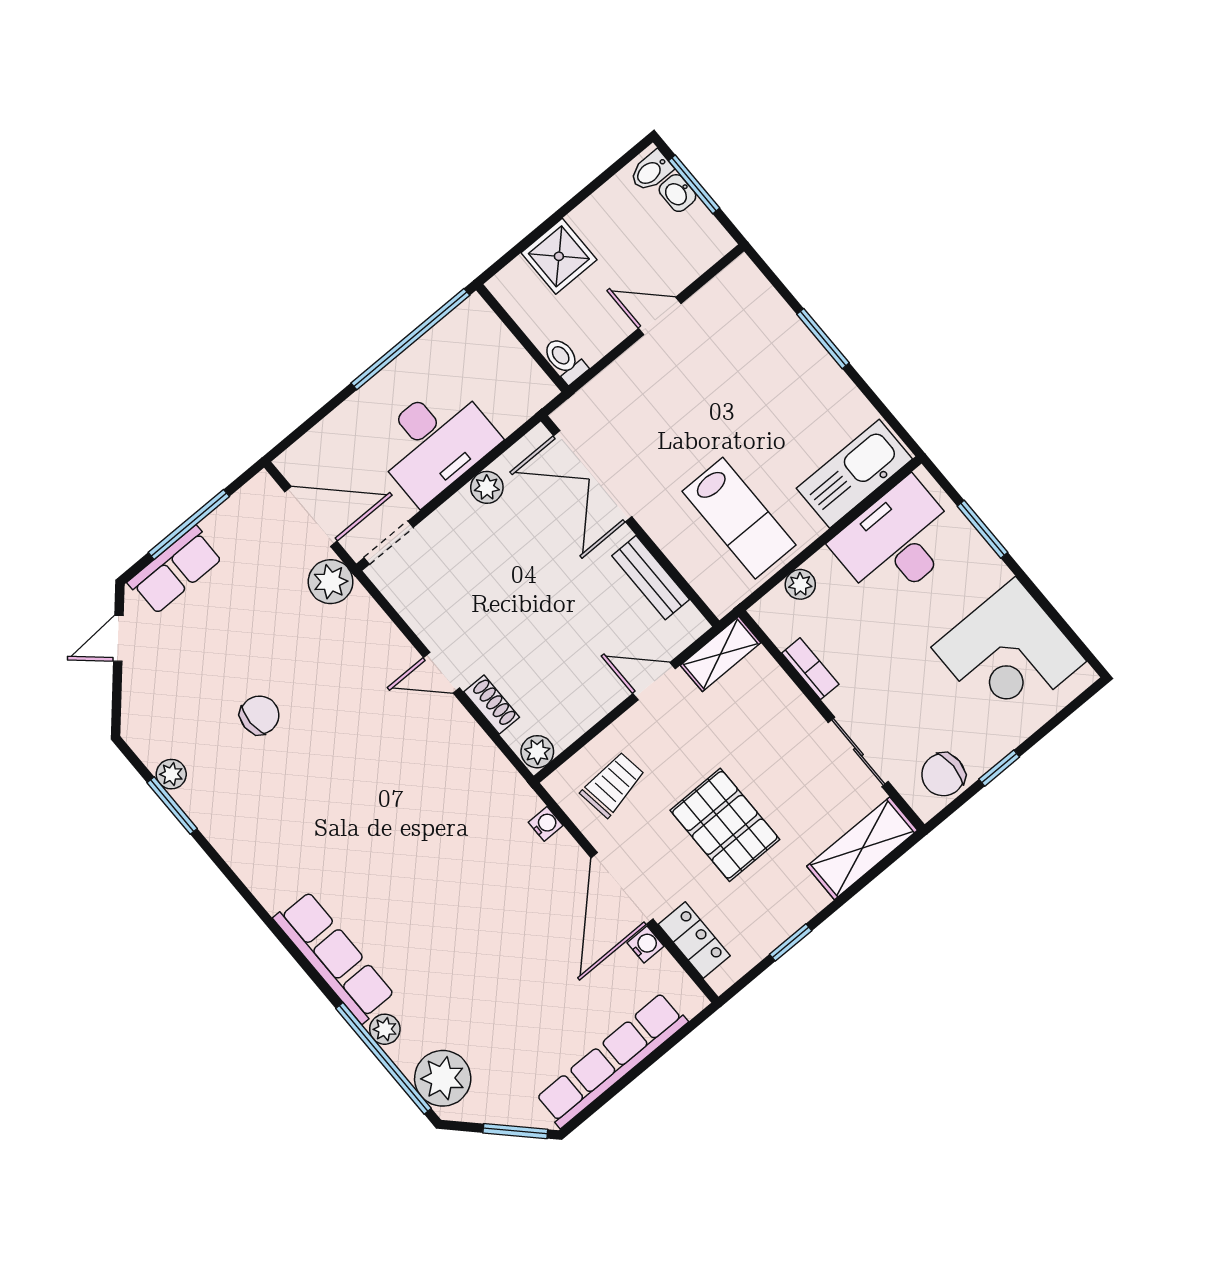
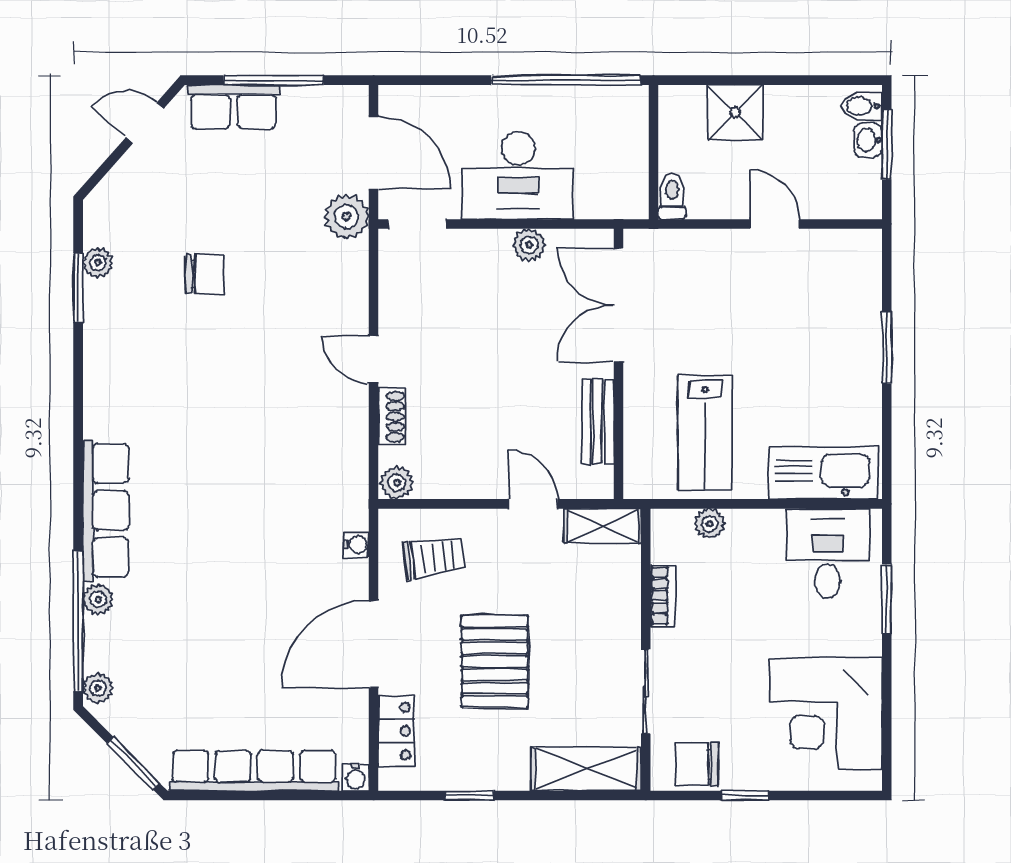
desk: (897, 542) -> (828, 553), width x0.73
water cooler: (646, 944) -> (356, 777), moved, turned 90
plant: (443, 1078) -> (98, 688), width x0.53, depth x0.53

